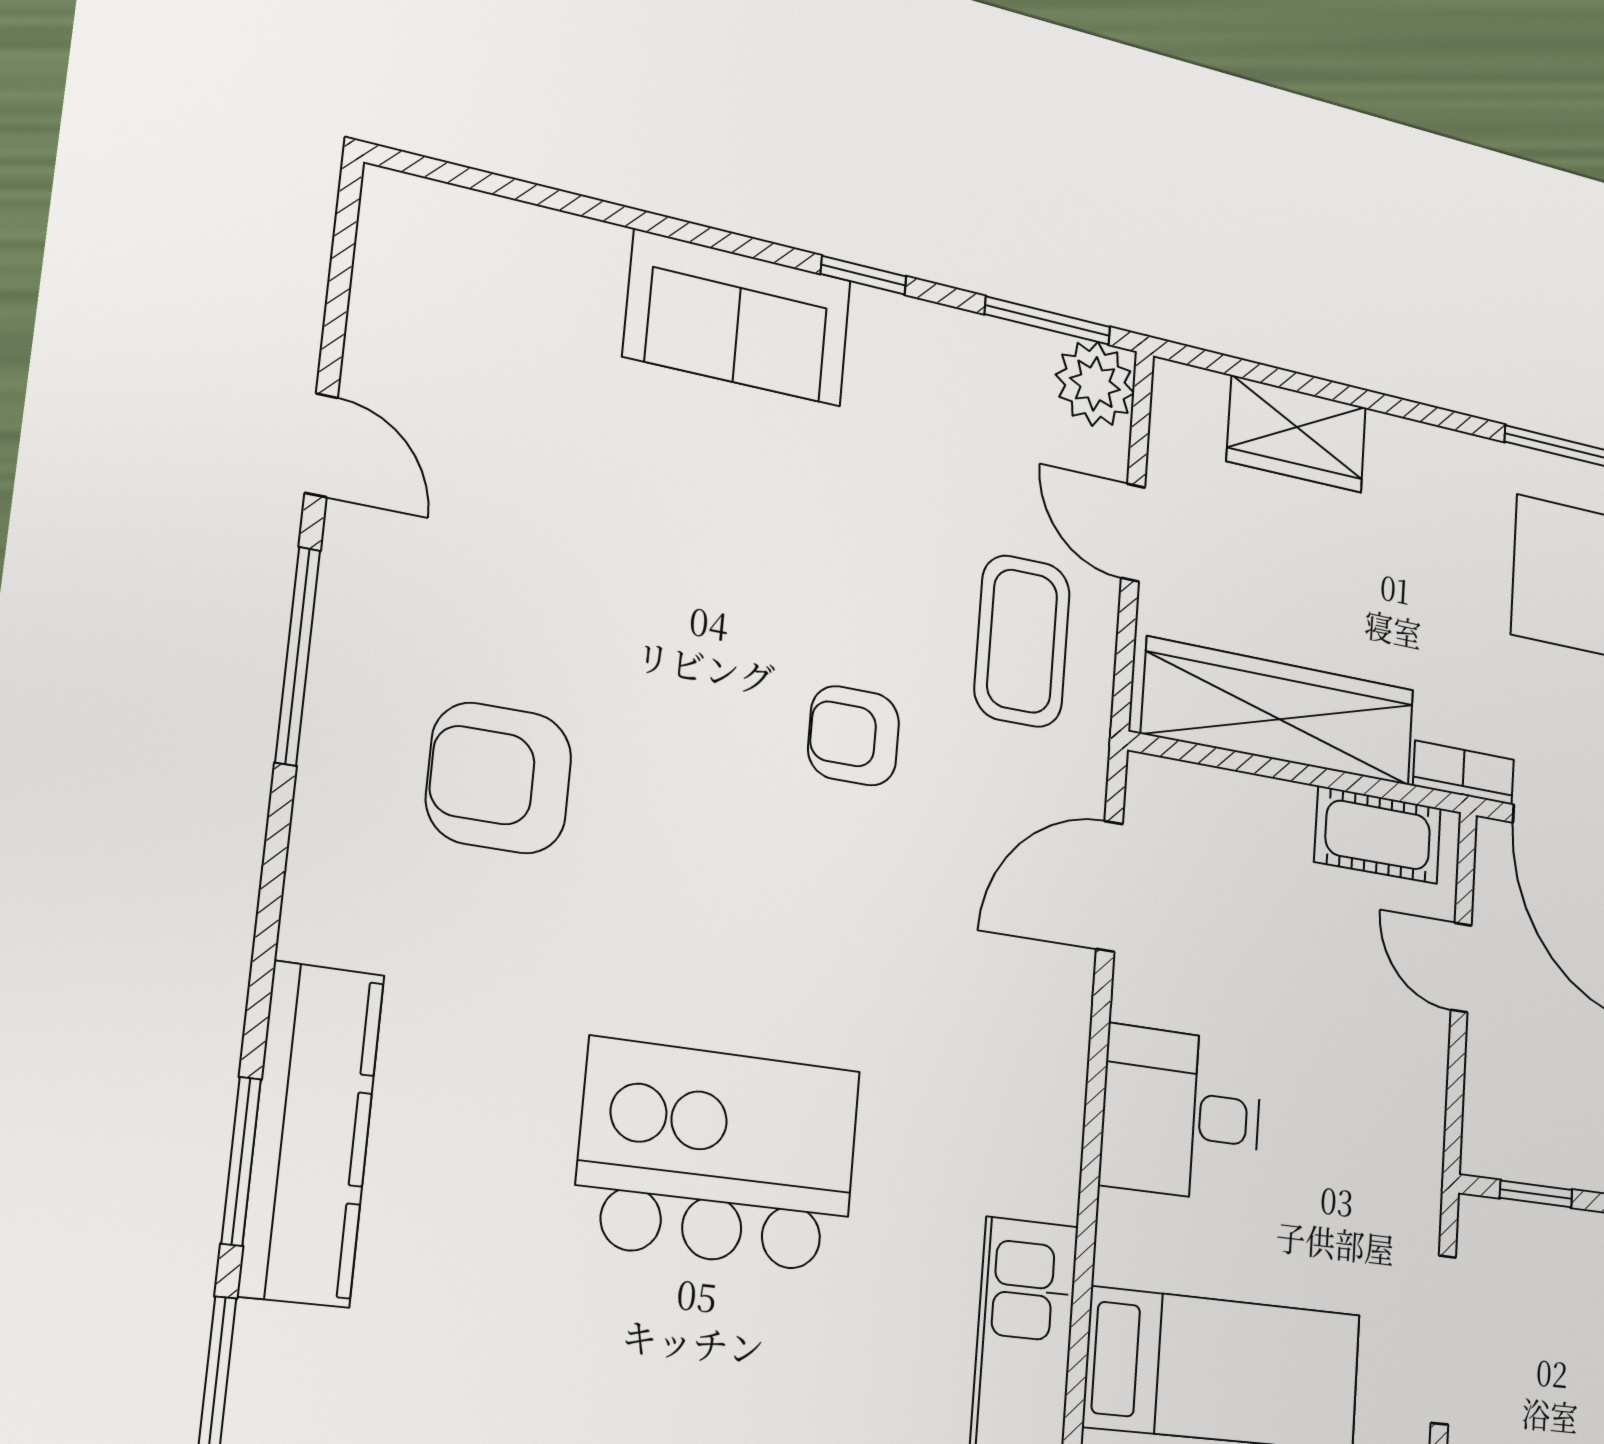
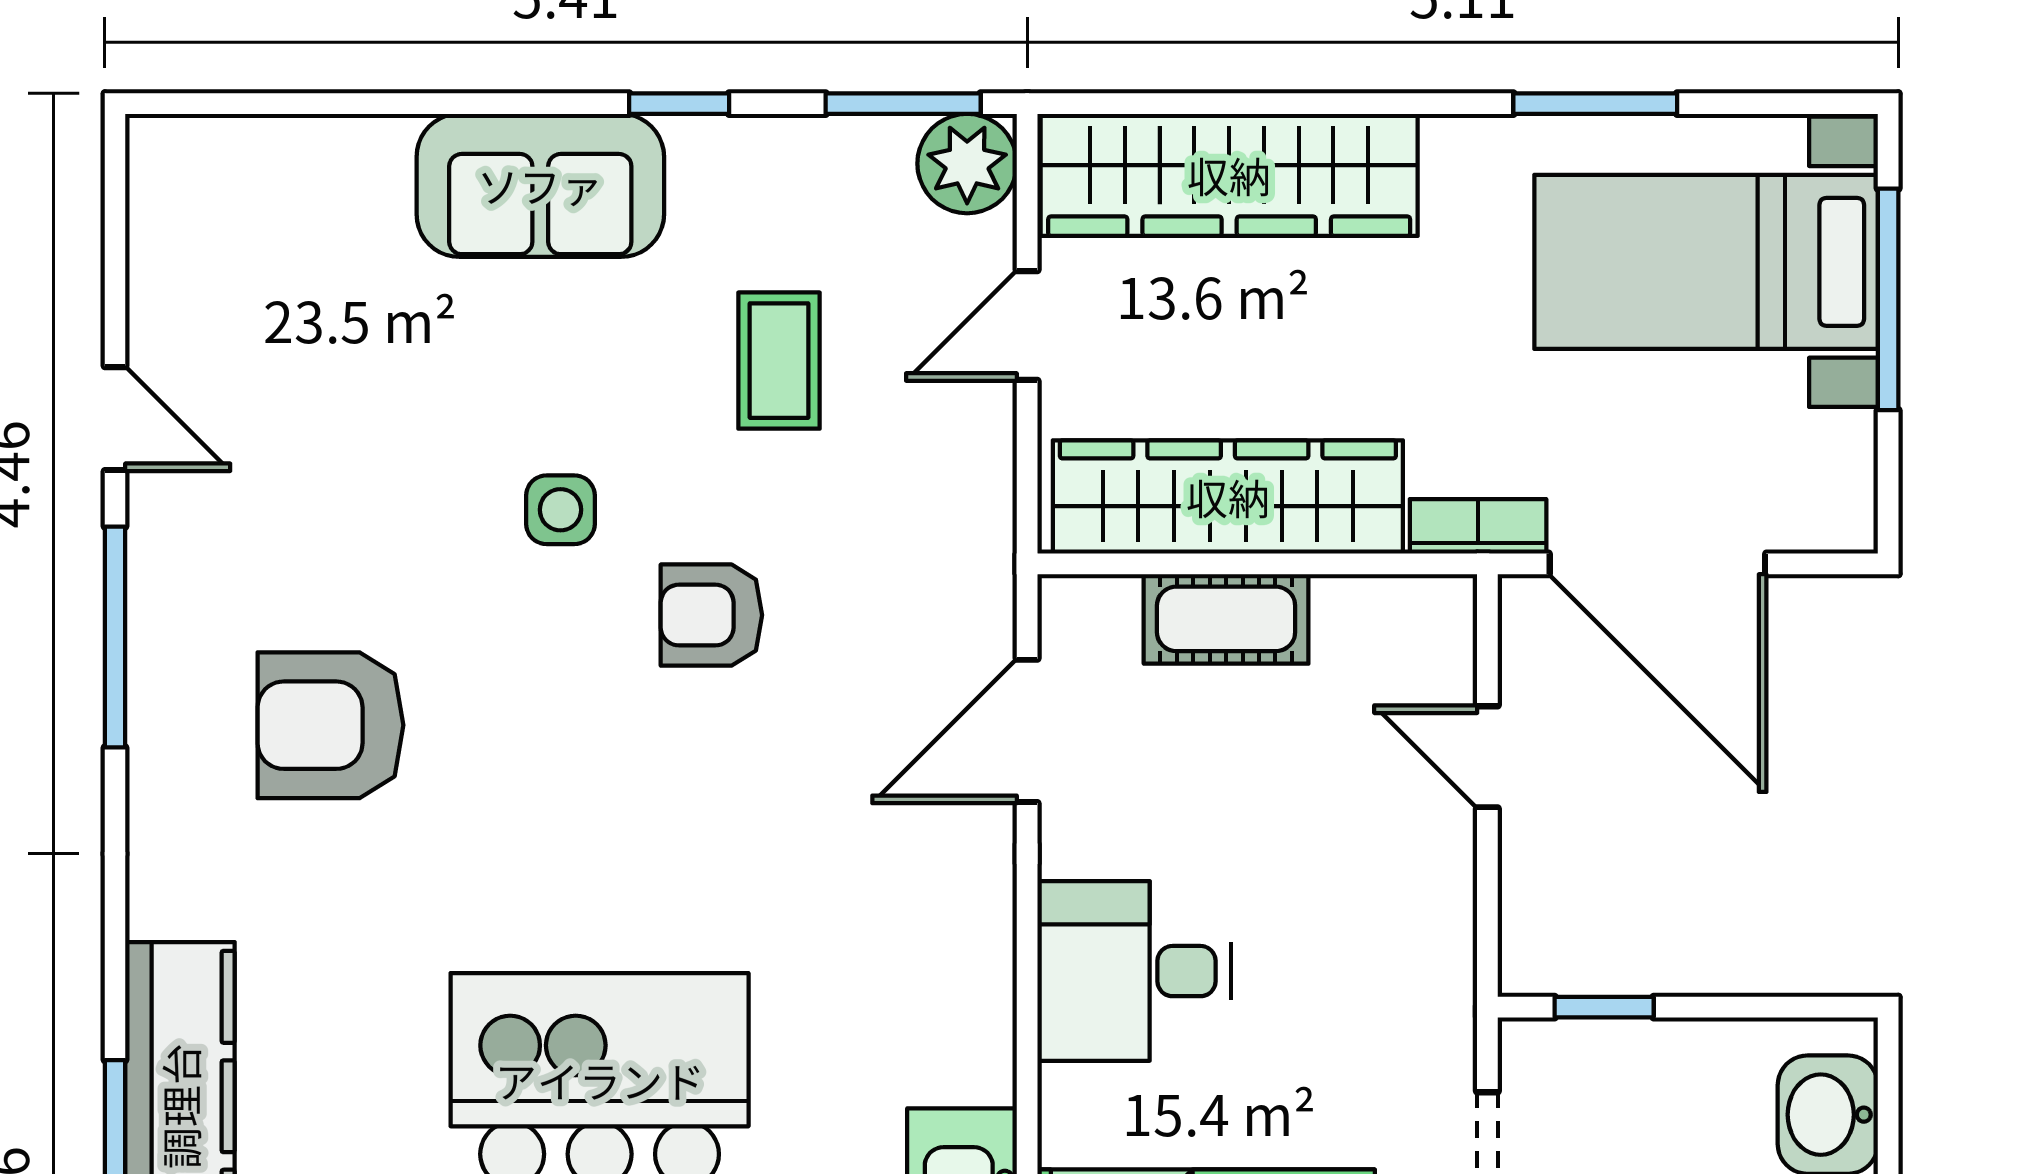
wardrobe: (1297, 434) -> (1229, 175), width x2.10, depth x1.17
door: (1133, 533) -> (1027, 325), hinge flipped
side table: (730, 615) -> (560, 510), added
coffee table: (1022, 641) -> (779, 361), moved, width x0.73, depth x0.77
cot: (1378, 835) -> (1226, 619), moved

